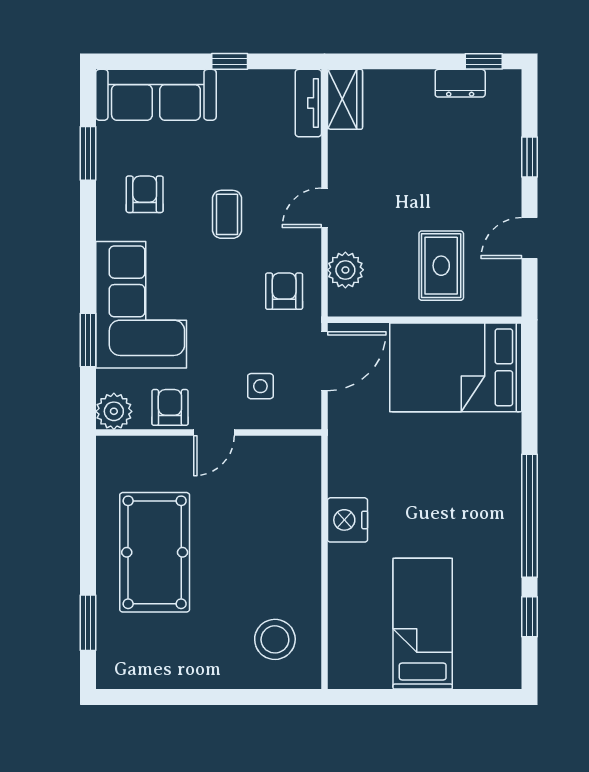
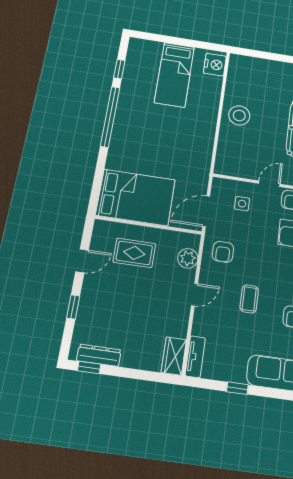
dresser: (460, 83) -> (99, 355), width x1.44
rug: (441, 266) -> (134, 253), turned 90
nightstand: (348, 520) -> (215, 65), moved
stool: (275, 639) -> (239, 115), moved

